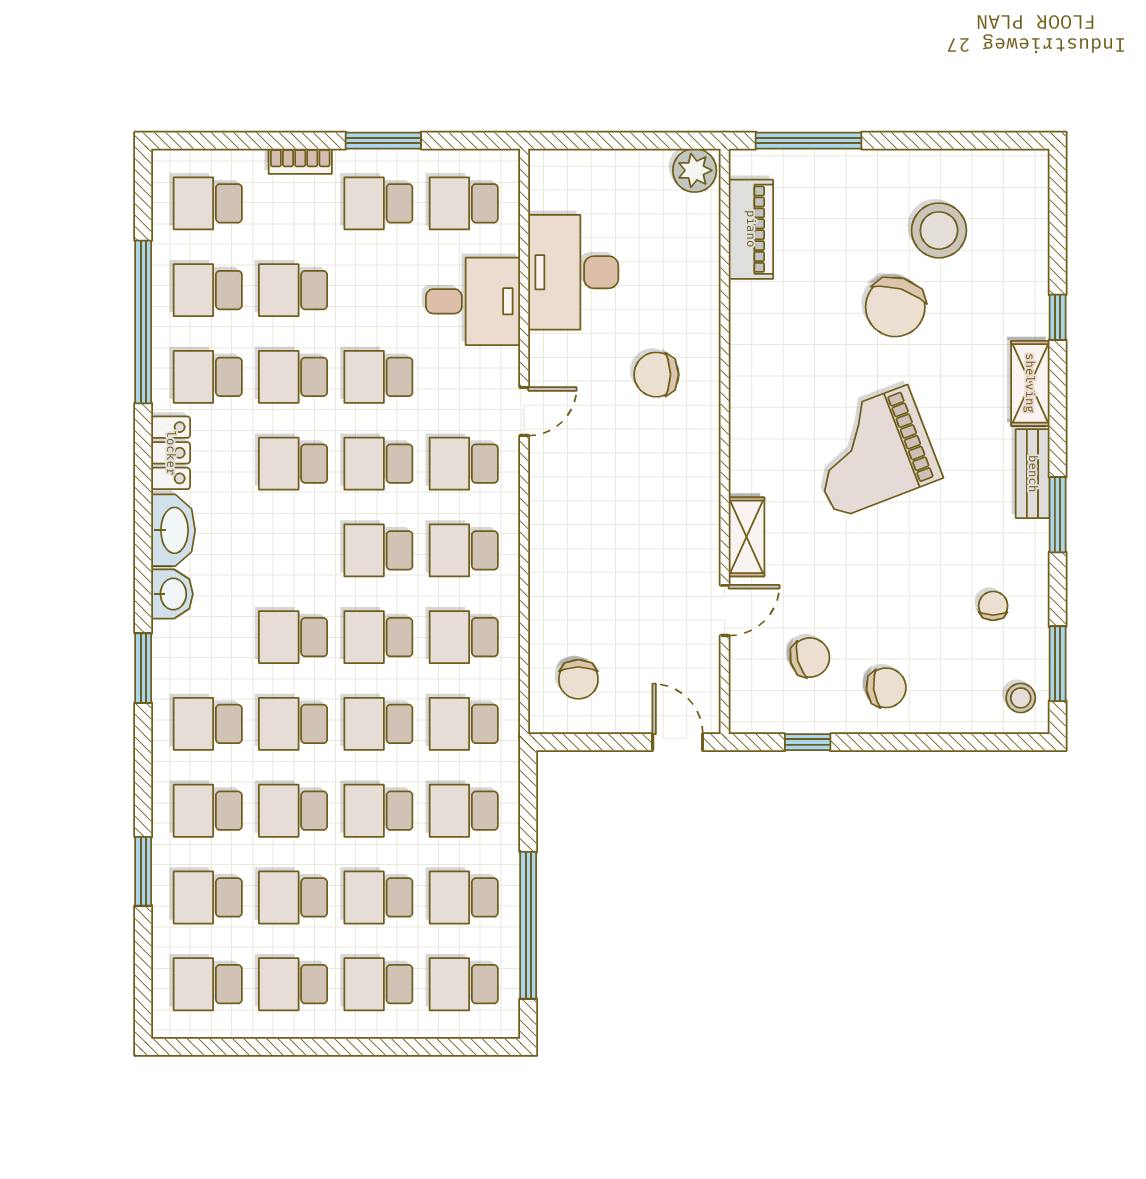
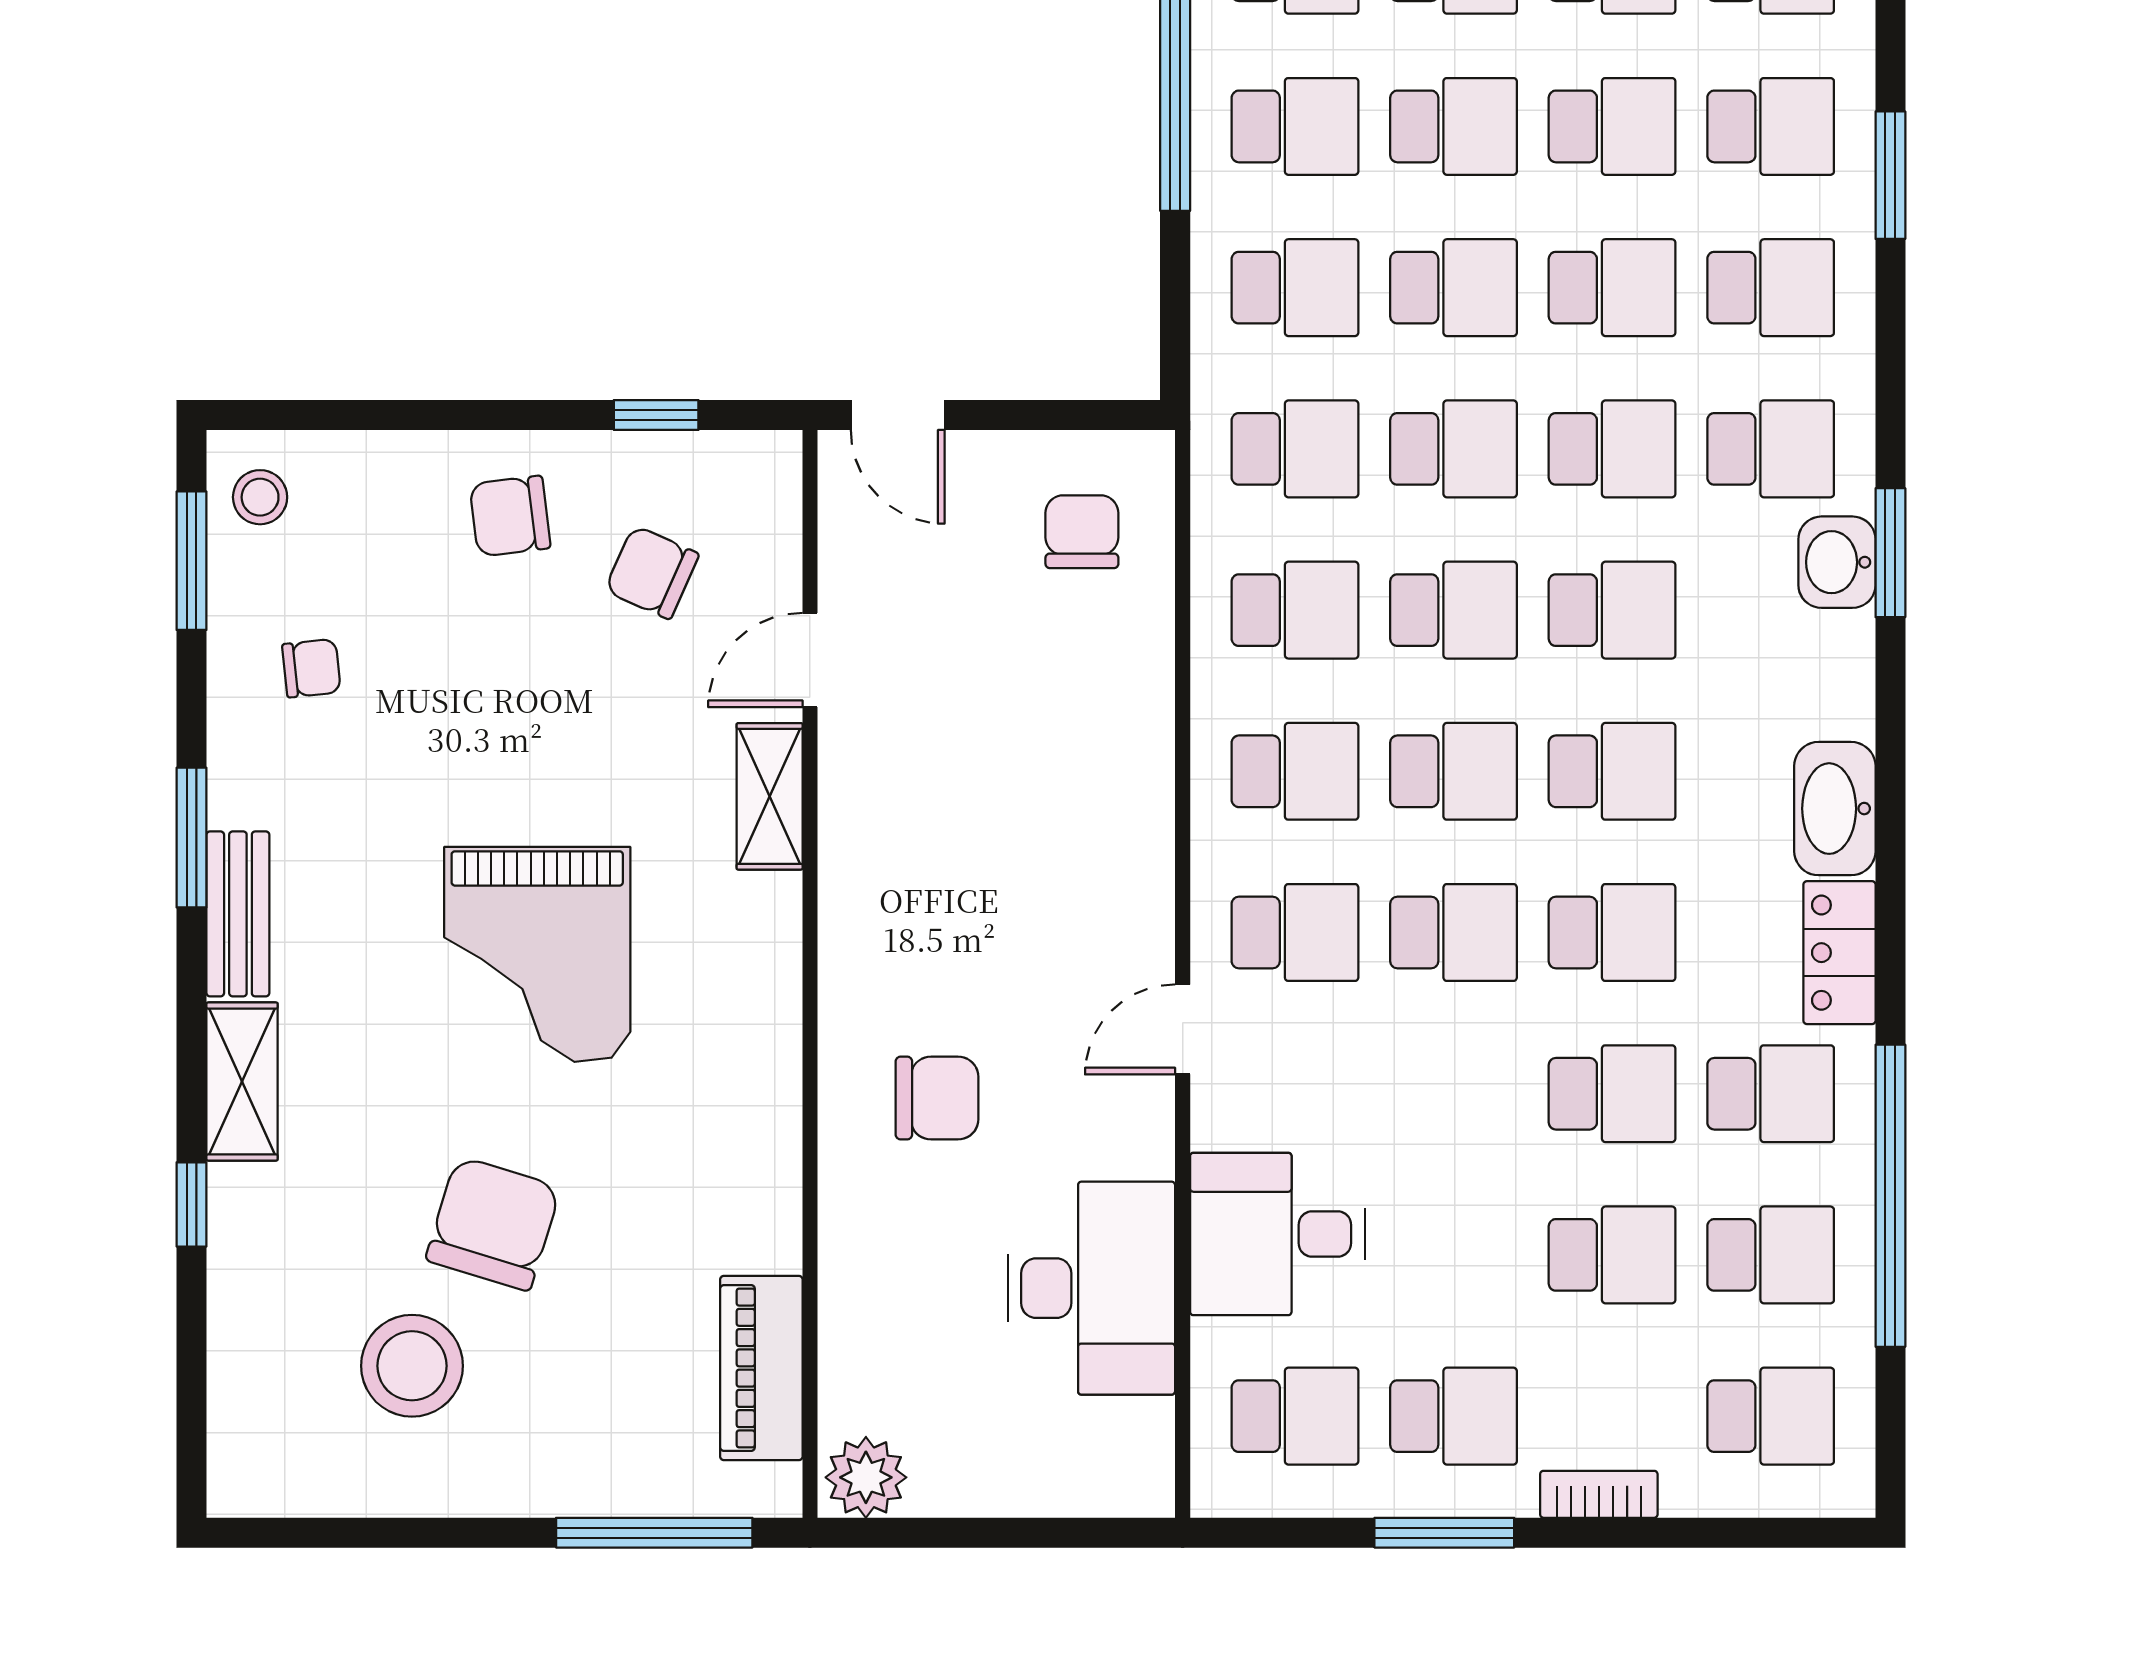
school desk: (378, 377) -> (1612, 771), moved
grand piano: (872, 452) -> (537, 954), turned 111
washbasin: (172, 594) -> (1837, 562), moved
chair: (993, 606) -> (311, 668), turned -96
chair: (810, 657) -> (652, 572), turned 39

